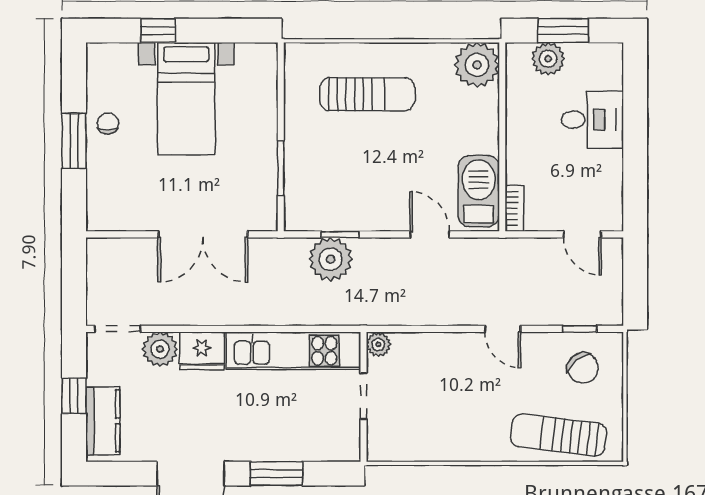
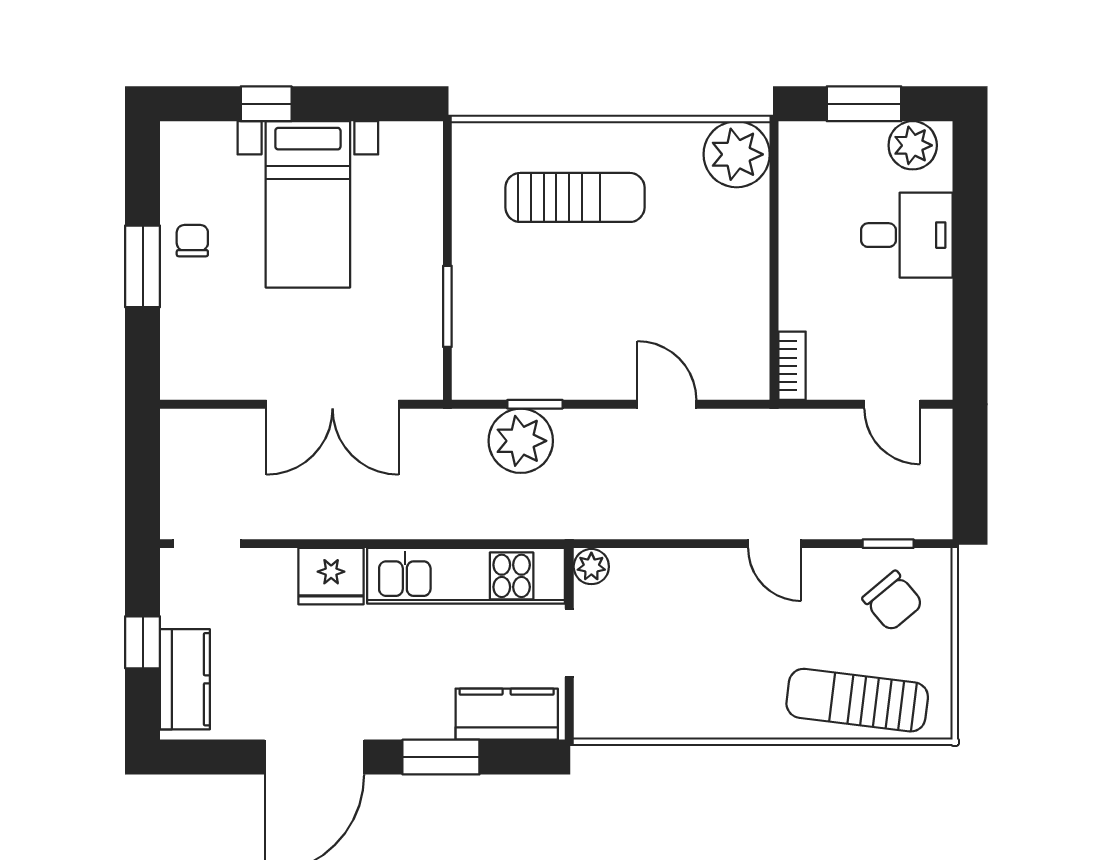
plant: (548, 59) -> (913, 145), moved
barbecue: (479, 191) -> (739, 341), removed
plant: (160, 349) -> (269, 574), removed
kitchen counter: (321, 444) -> (507, 714), added

